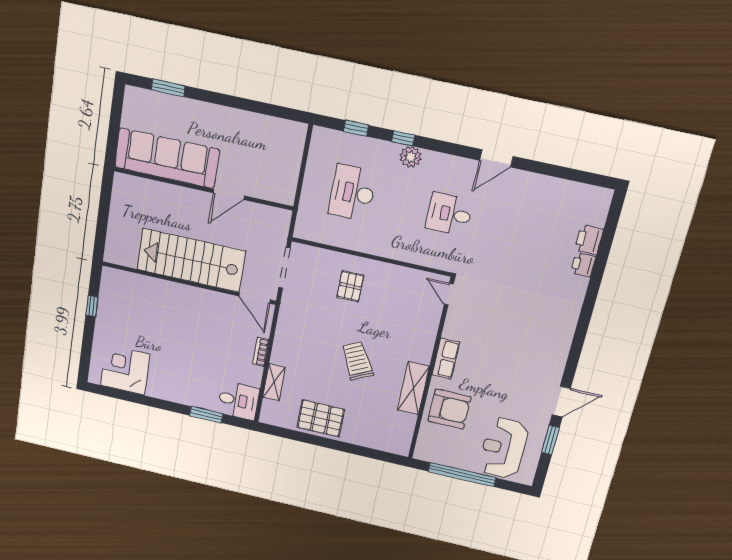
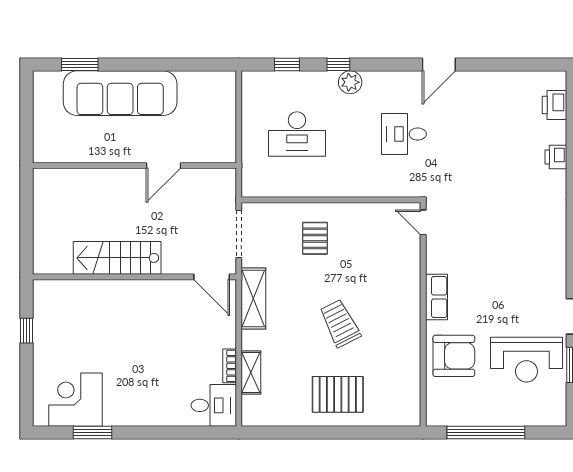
sofa: (167, 158) -> (120, 93), moved, turned 180
desk: (353, 193) -> (297, 134), turned -90
printer: (589, 240) -> (554, 105), moved
stairs: (191, 260) -> (117, 258), width x0.73, depth x0.66
bookcase: (261, 352) -> (230, 366), moved
shelving: (413, 388) -> (253, 298), moved
window: (206, 415) -> (92, 432), moved
pallet: (321, 418) -> (338, 394), moved
reception desk: (503, 448) -> (526, 360), moved, turned -90

